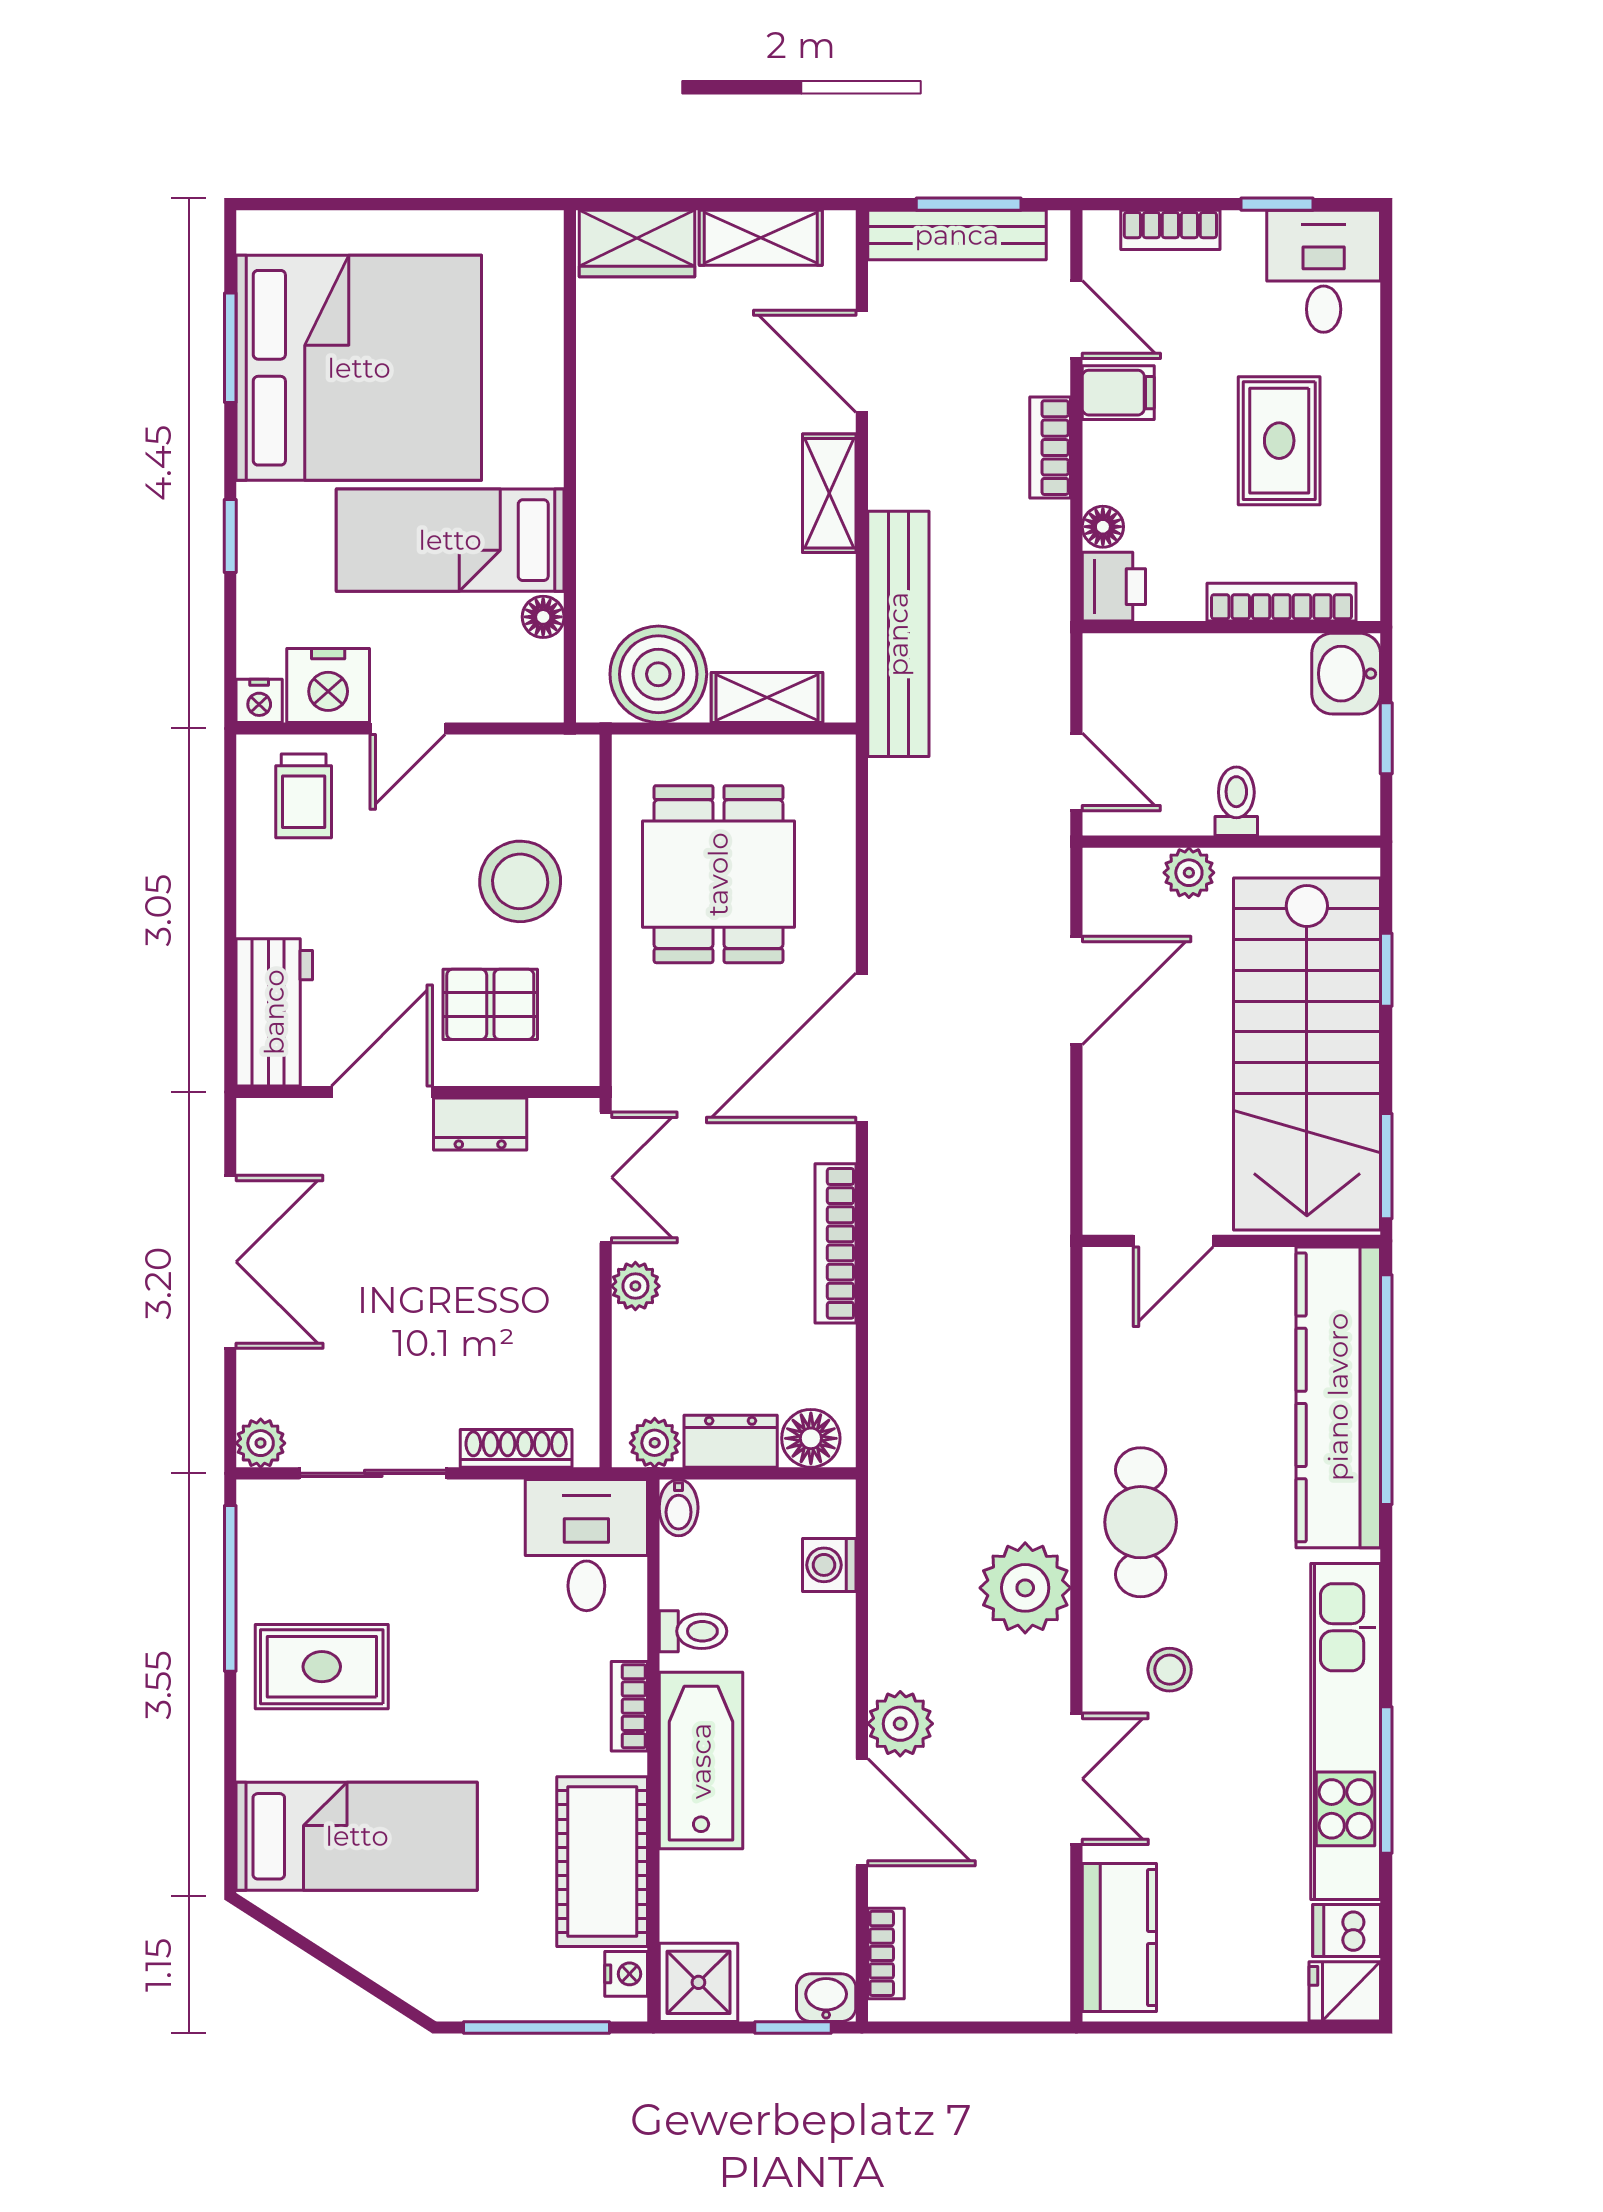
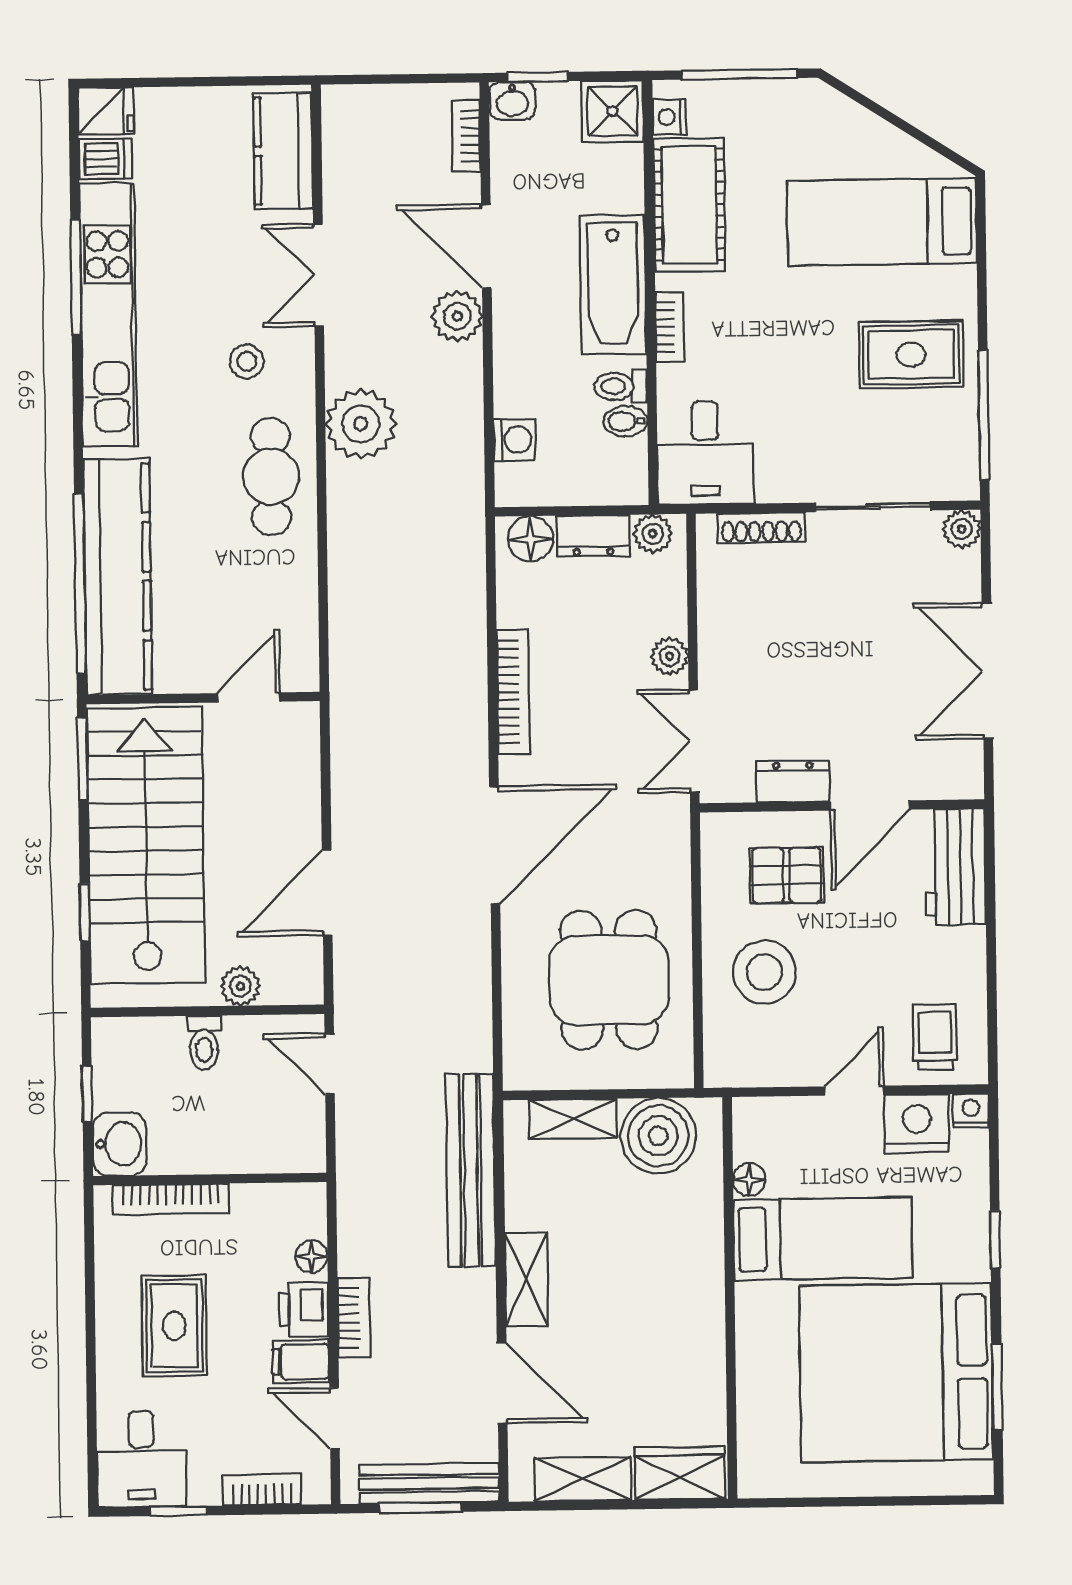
printer: (1114, 587) -> (304, 1310), moved
bidet: (679, 1508) -> (625, 421), moved, turned -90

